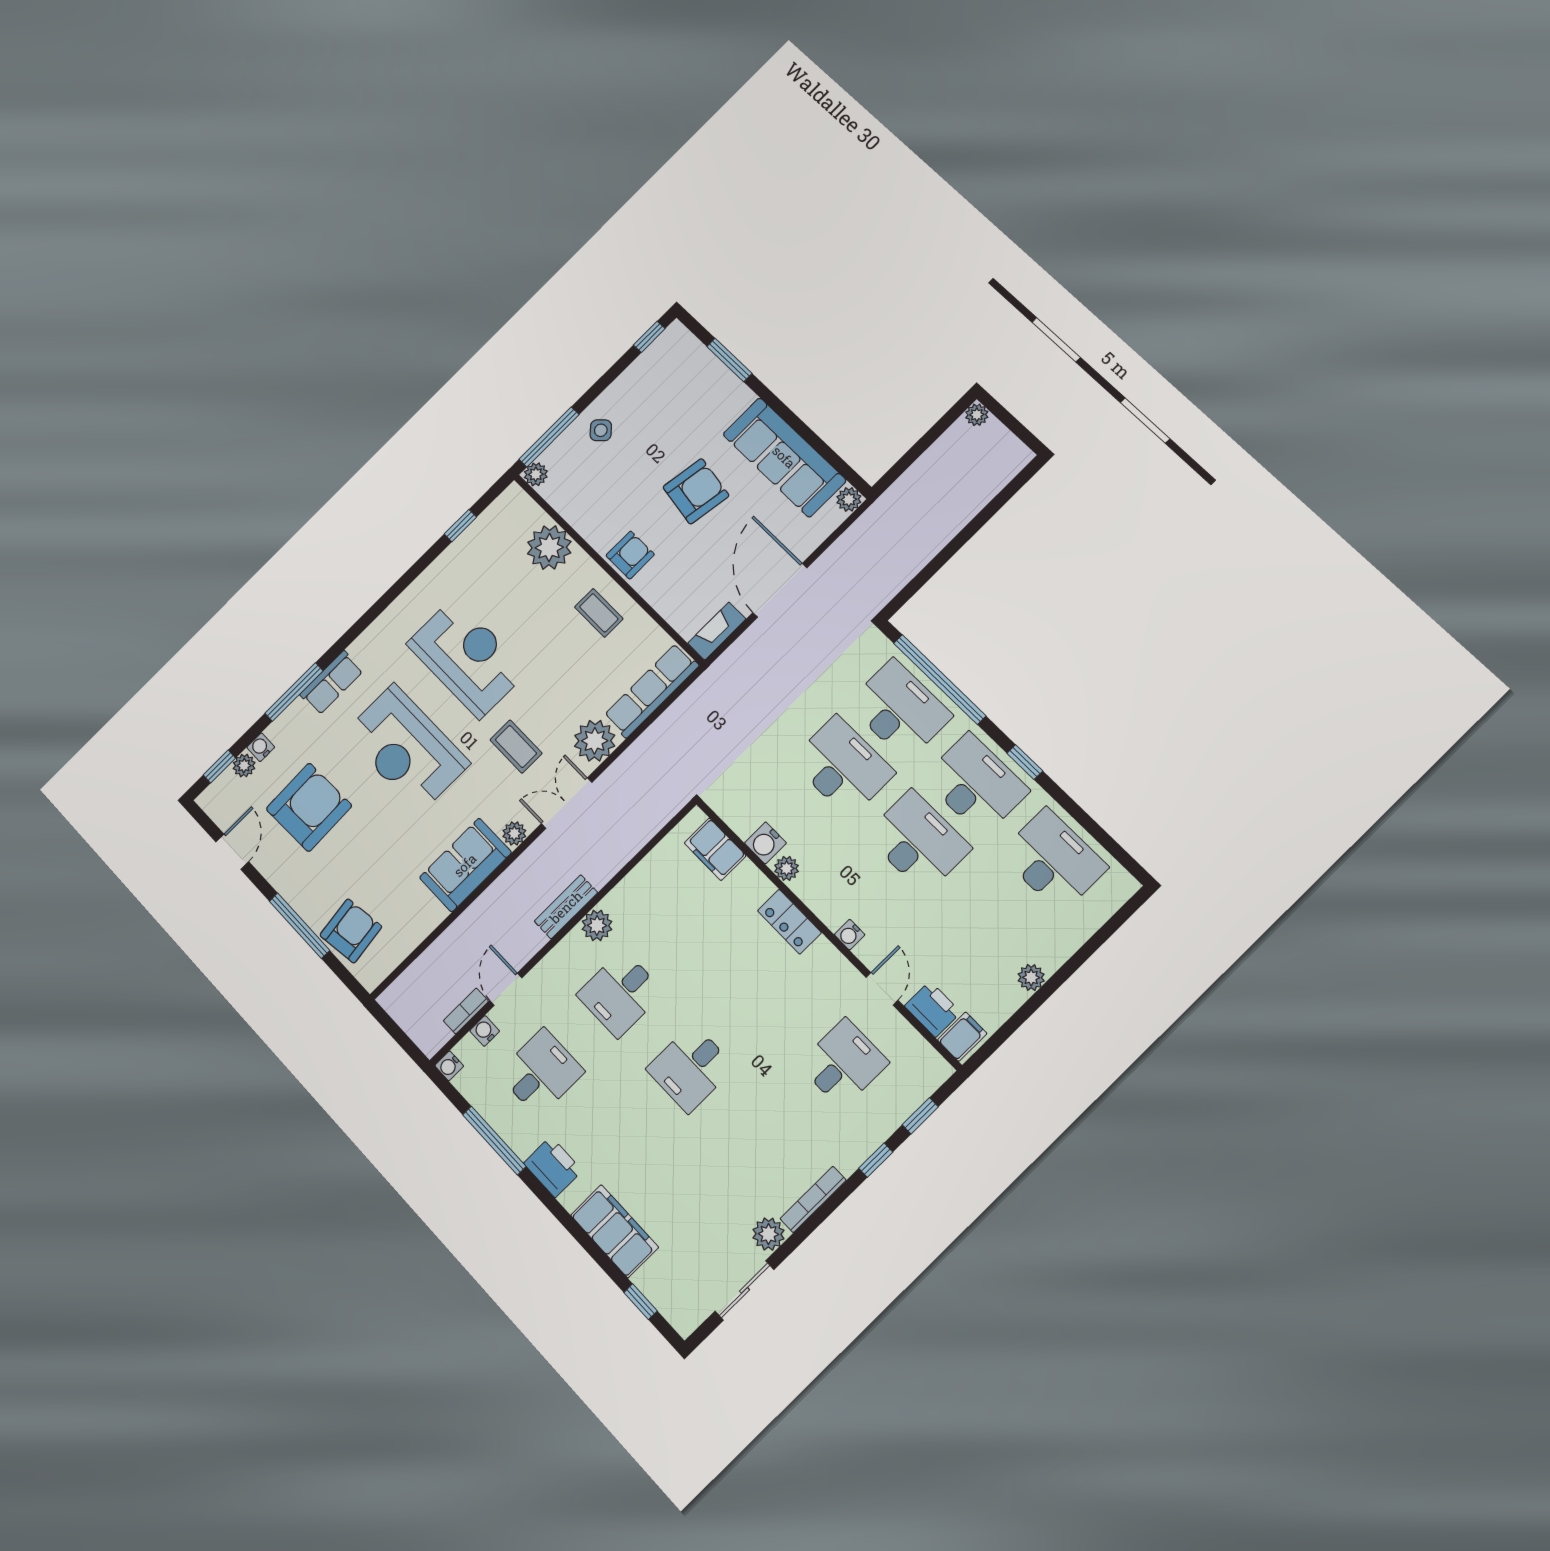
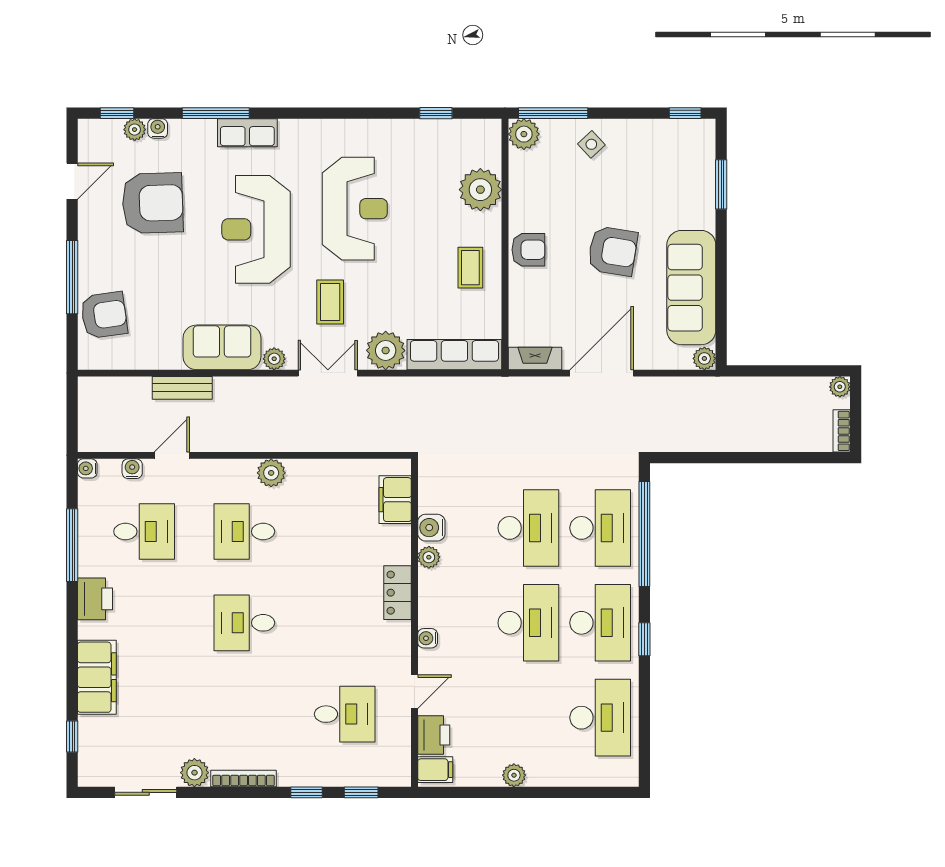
plant: (536, 474) -> (524, 134), width x1.38, depth x1.38
bench: (566, 907) -> (182, 388), moved
bookcase: (466, 1011) -> (842, 431), moved, turned -90

